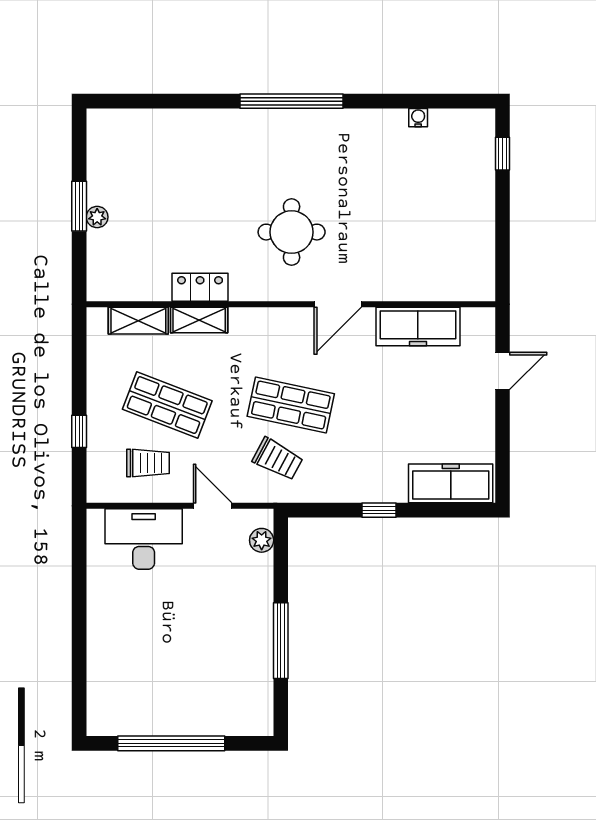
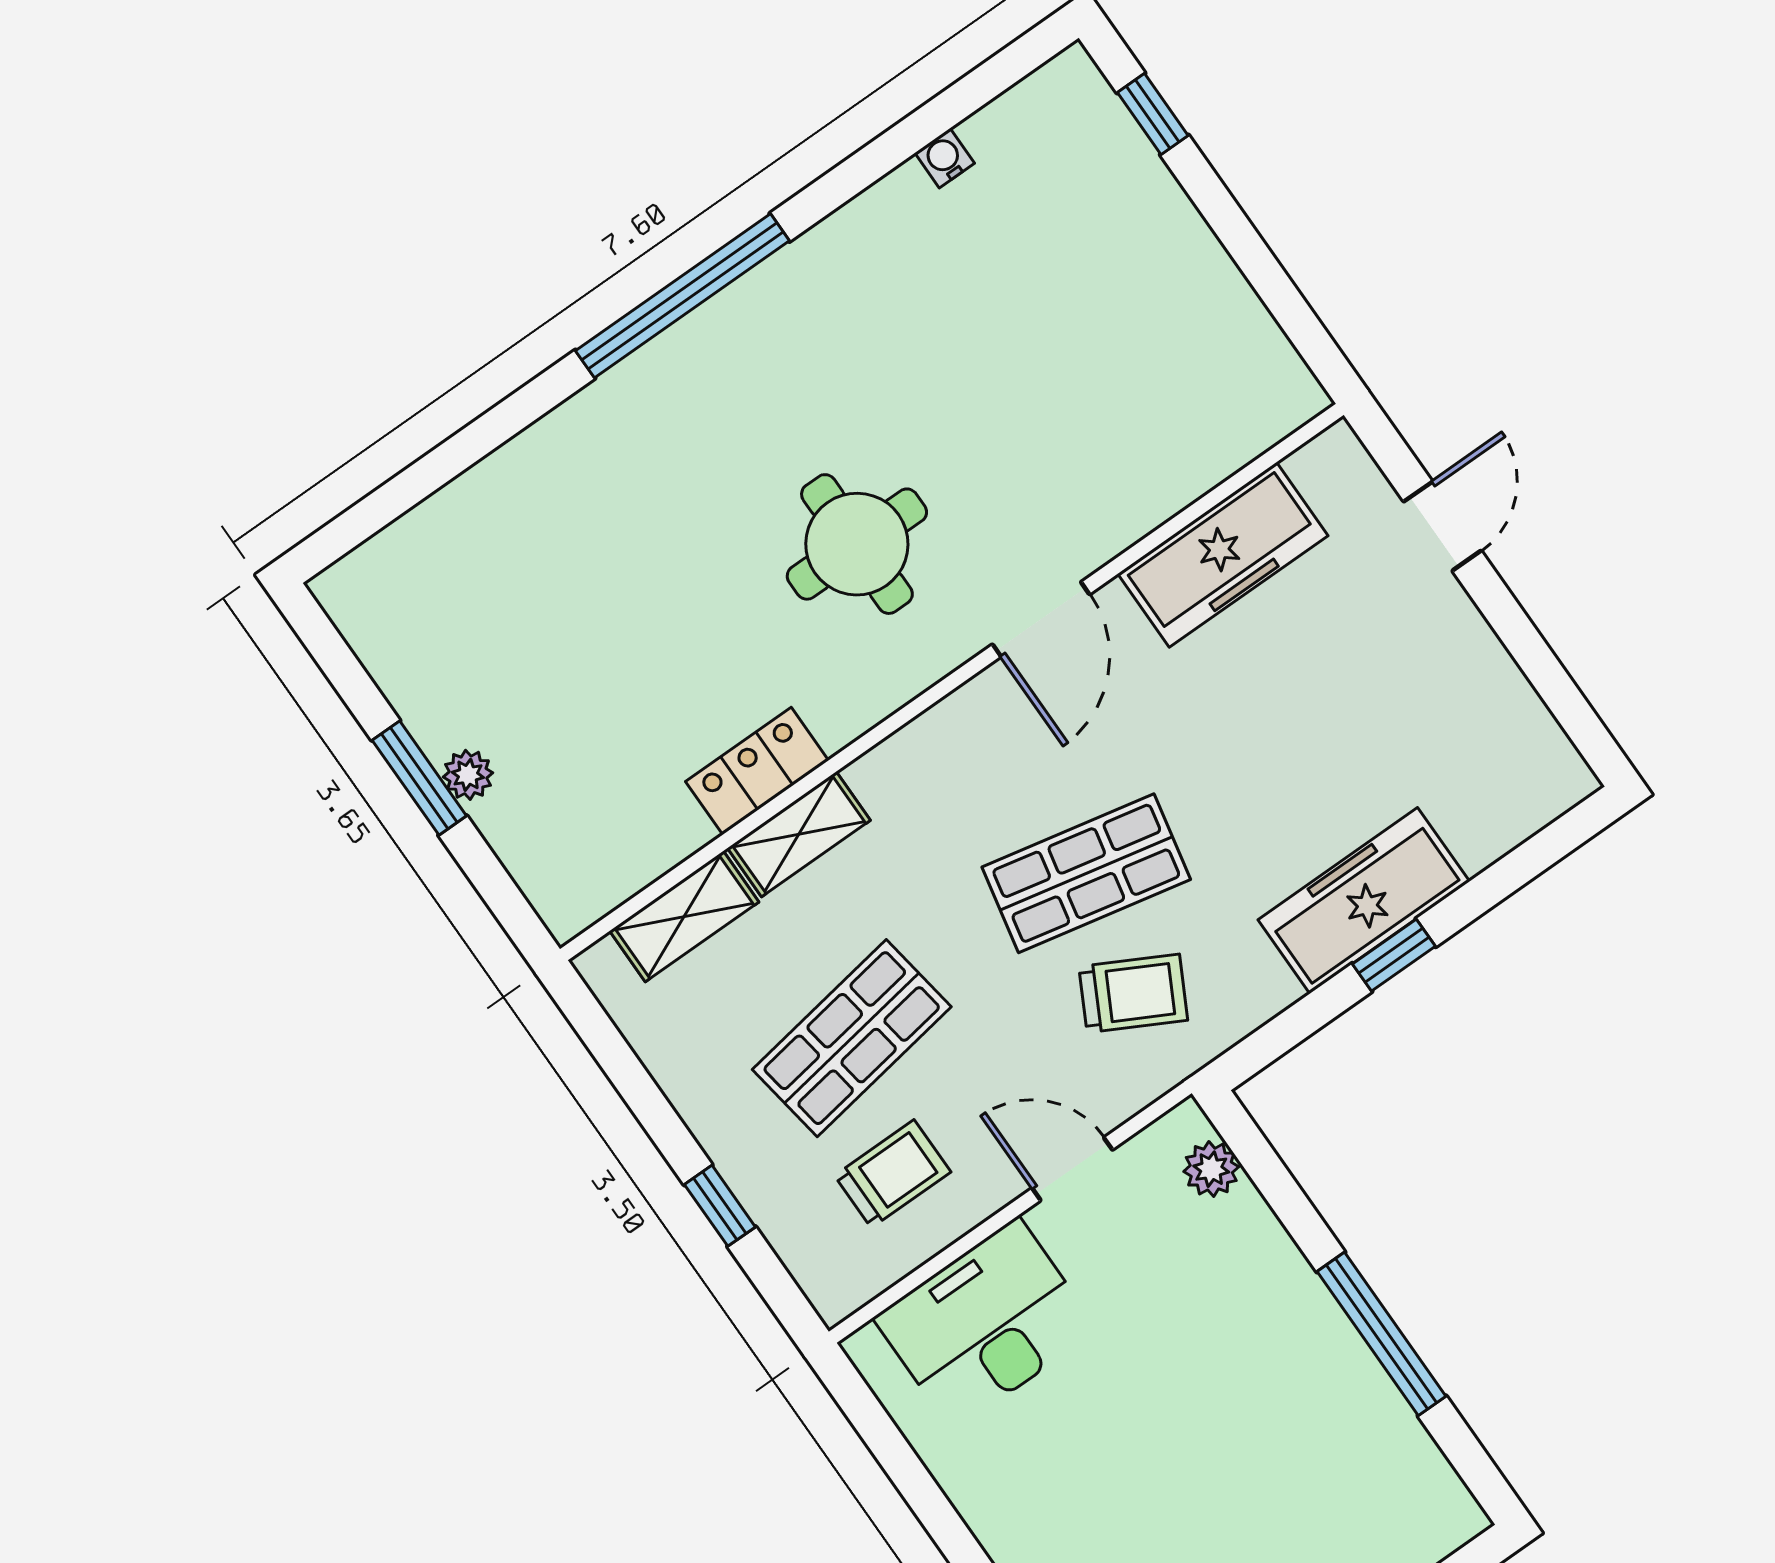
shop shelf: (167, 405) -> (852, 1038), turned -30
freezer: (451, 483) -> (1364, 901), moved

